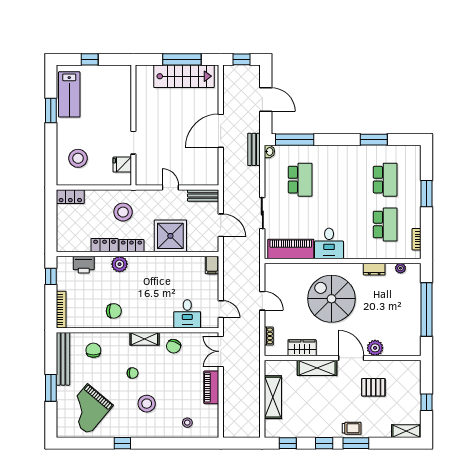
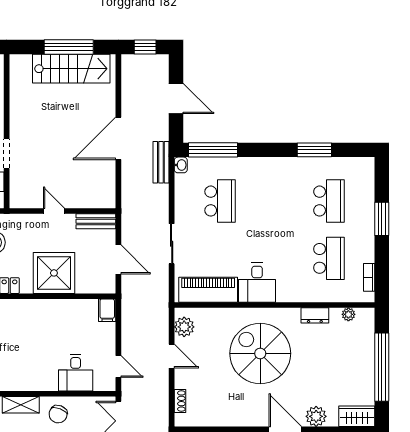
plant: (272, 278) -> (184, 327), added
wardrobe: (302, 348) -> (357, 416), moved

